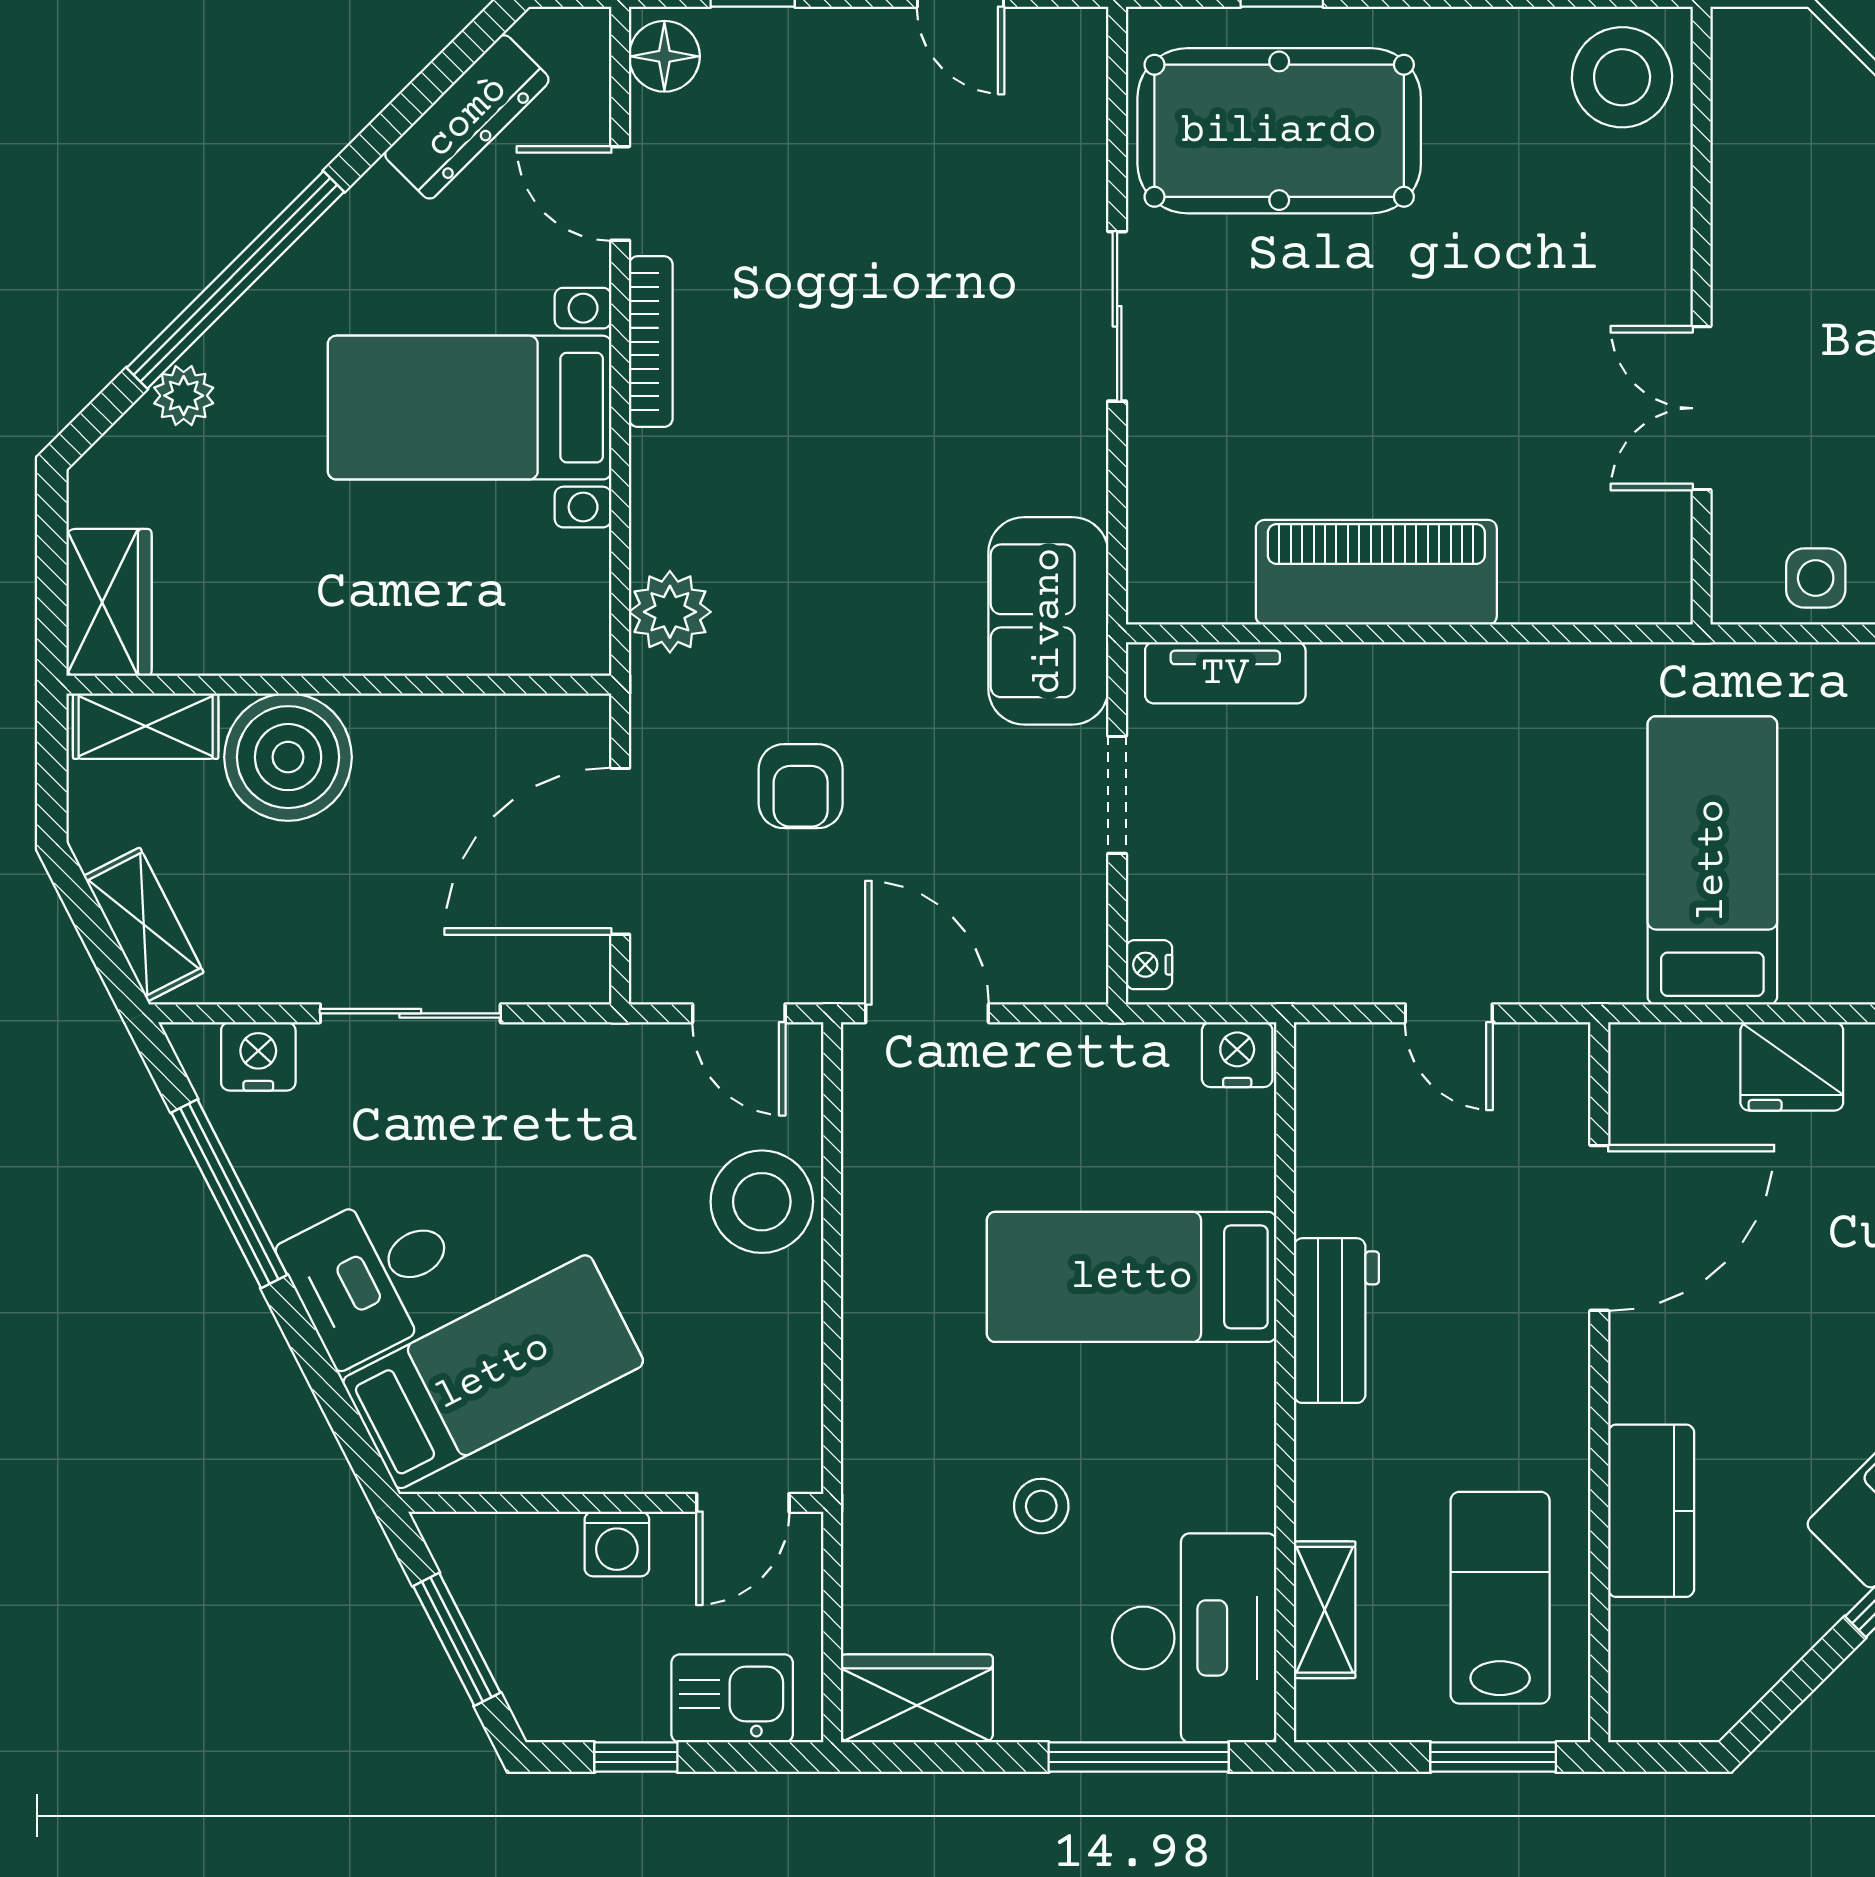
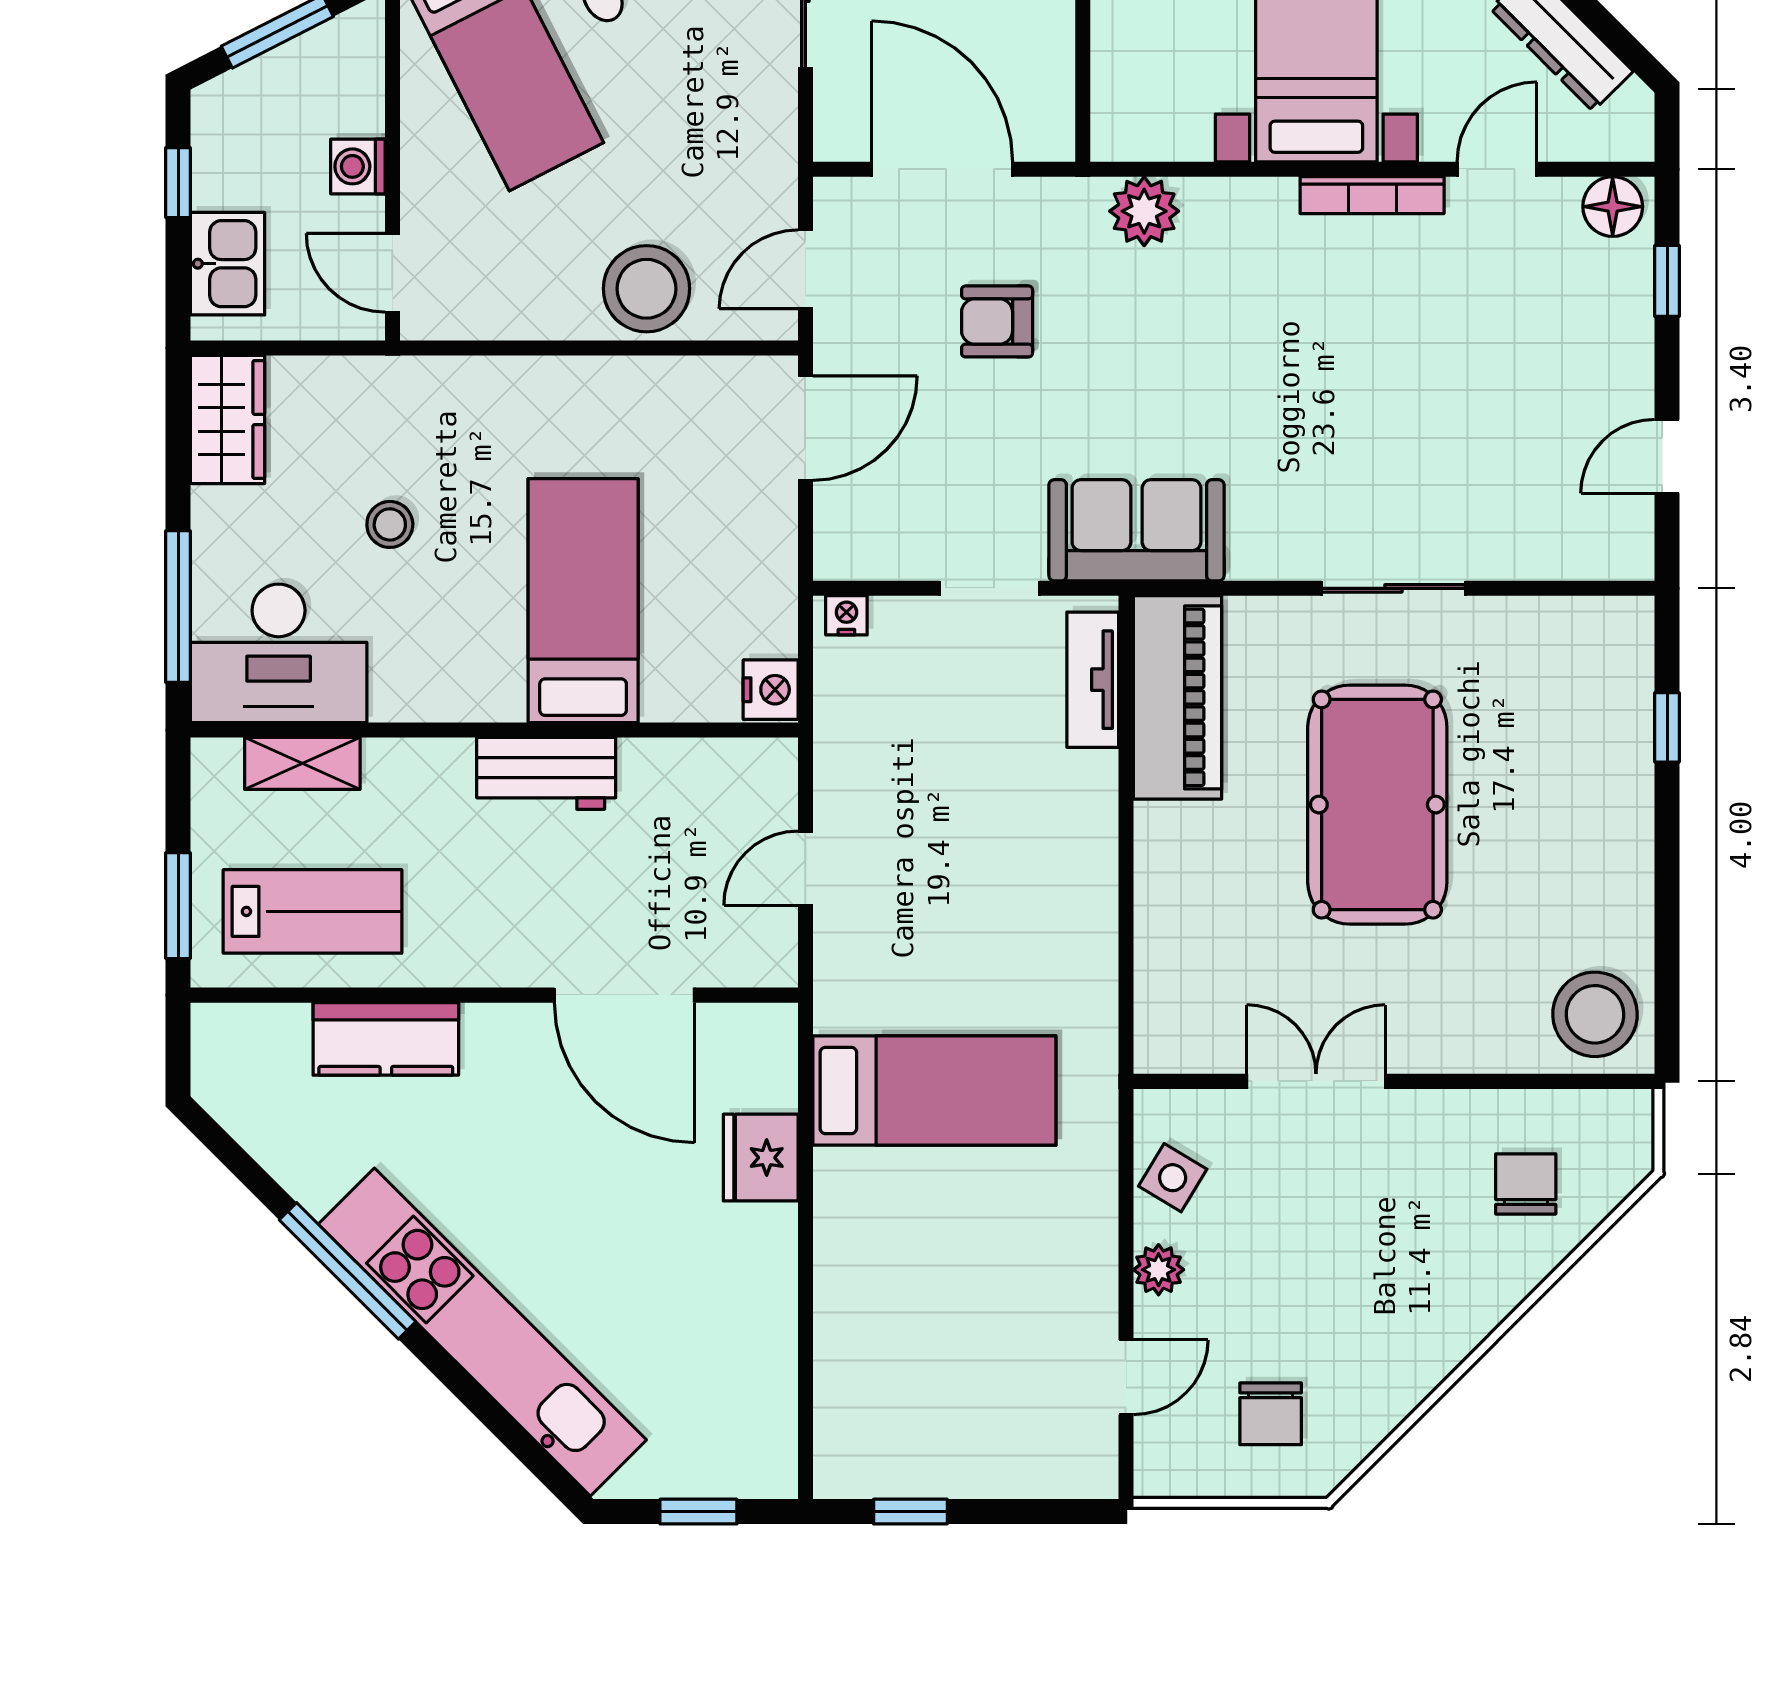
pool table: (1279, 131) -> (1377, 805), moved
chair: (1823, 159) -> (1526, 1184), added
piano: (1376, 572) -> (1177, 697), moved
side table: (1816, 578) -> (1173, 1178), turned 31

